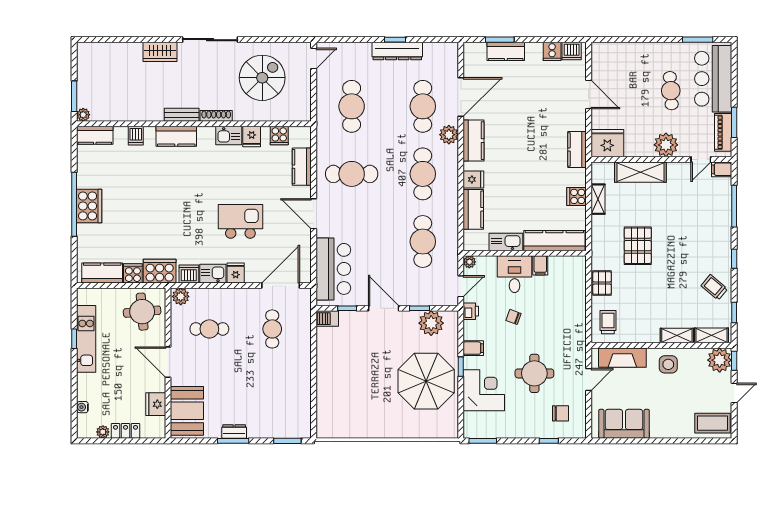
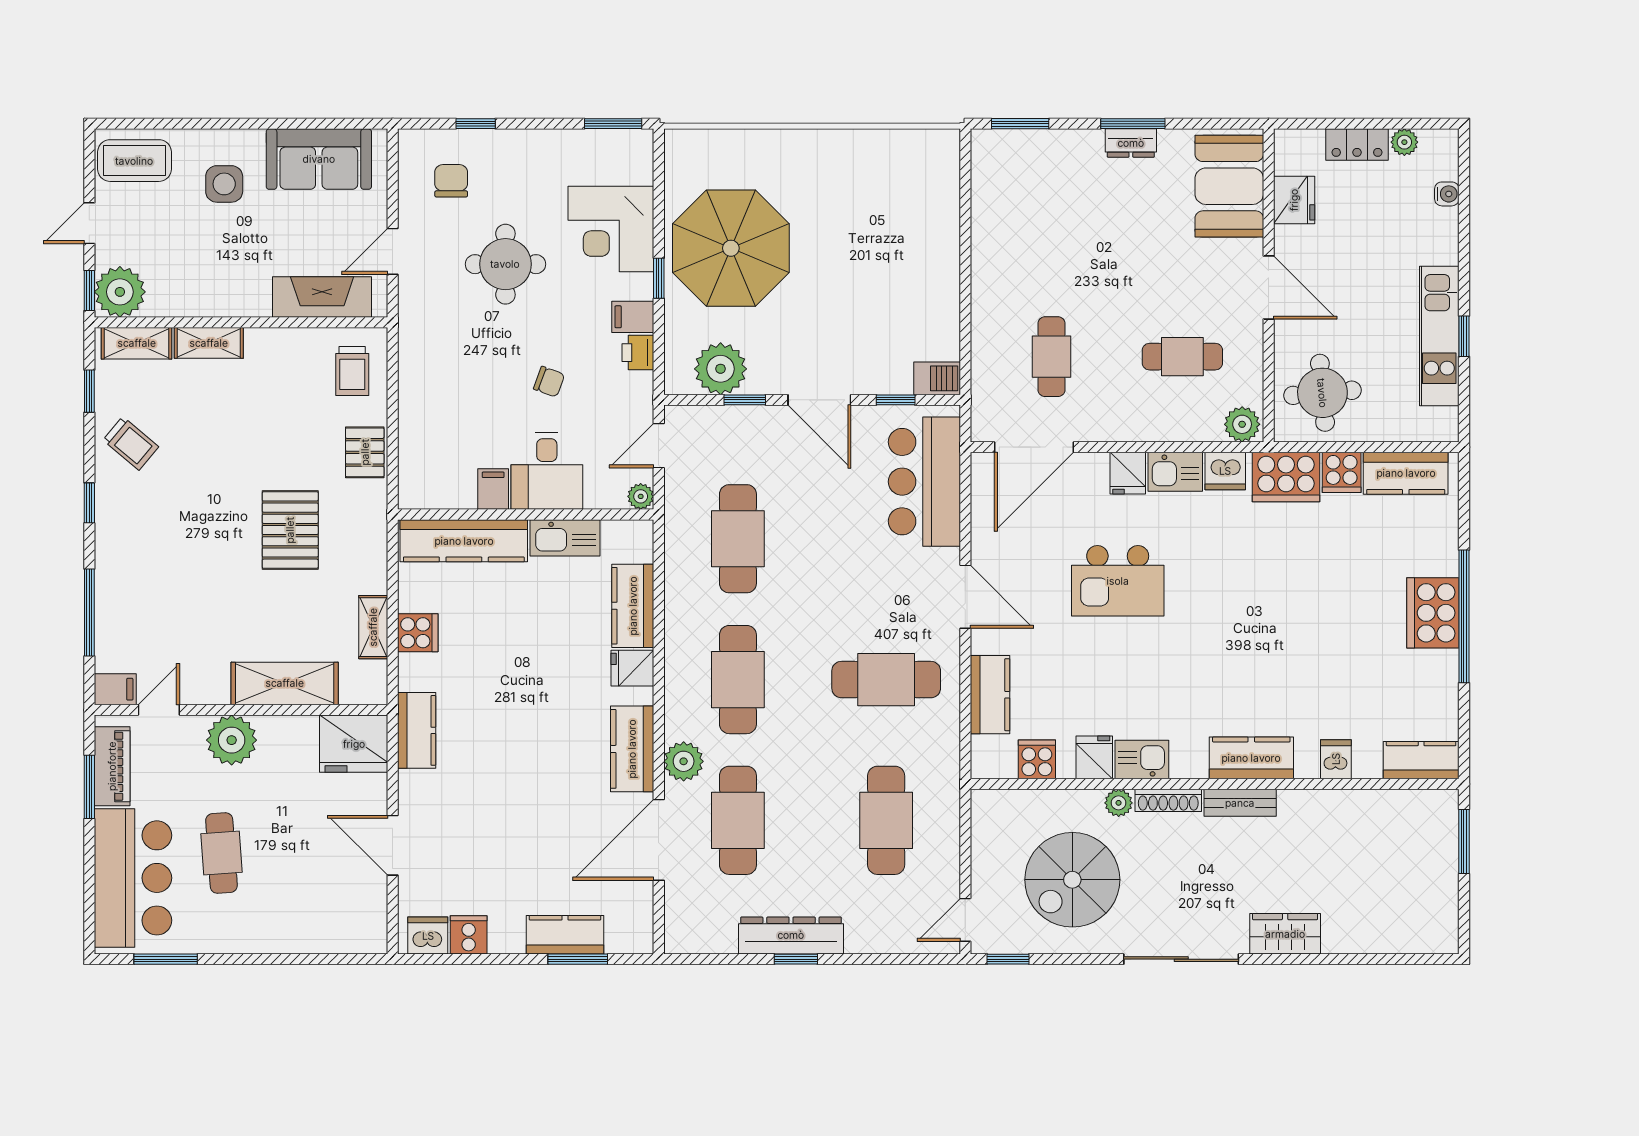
window: (293, 40) -> (1008, 959), added
plant: (83, 115) -> (1119, 803), moved
printer: (471, 311) -> (638, 353), moved
side table: (668, 364) -> (224, 184), moved
chair: (560, 413) -> (451, 181), turned 90

